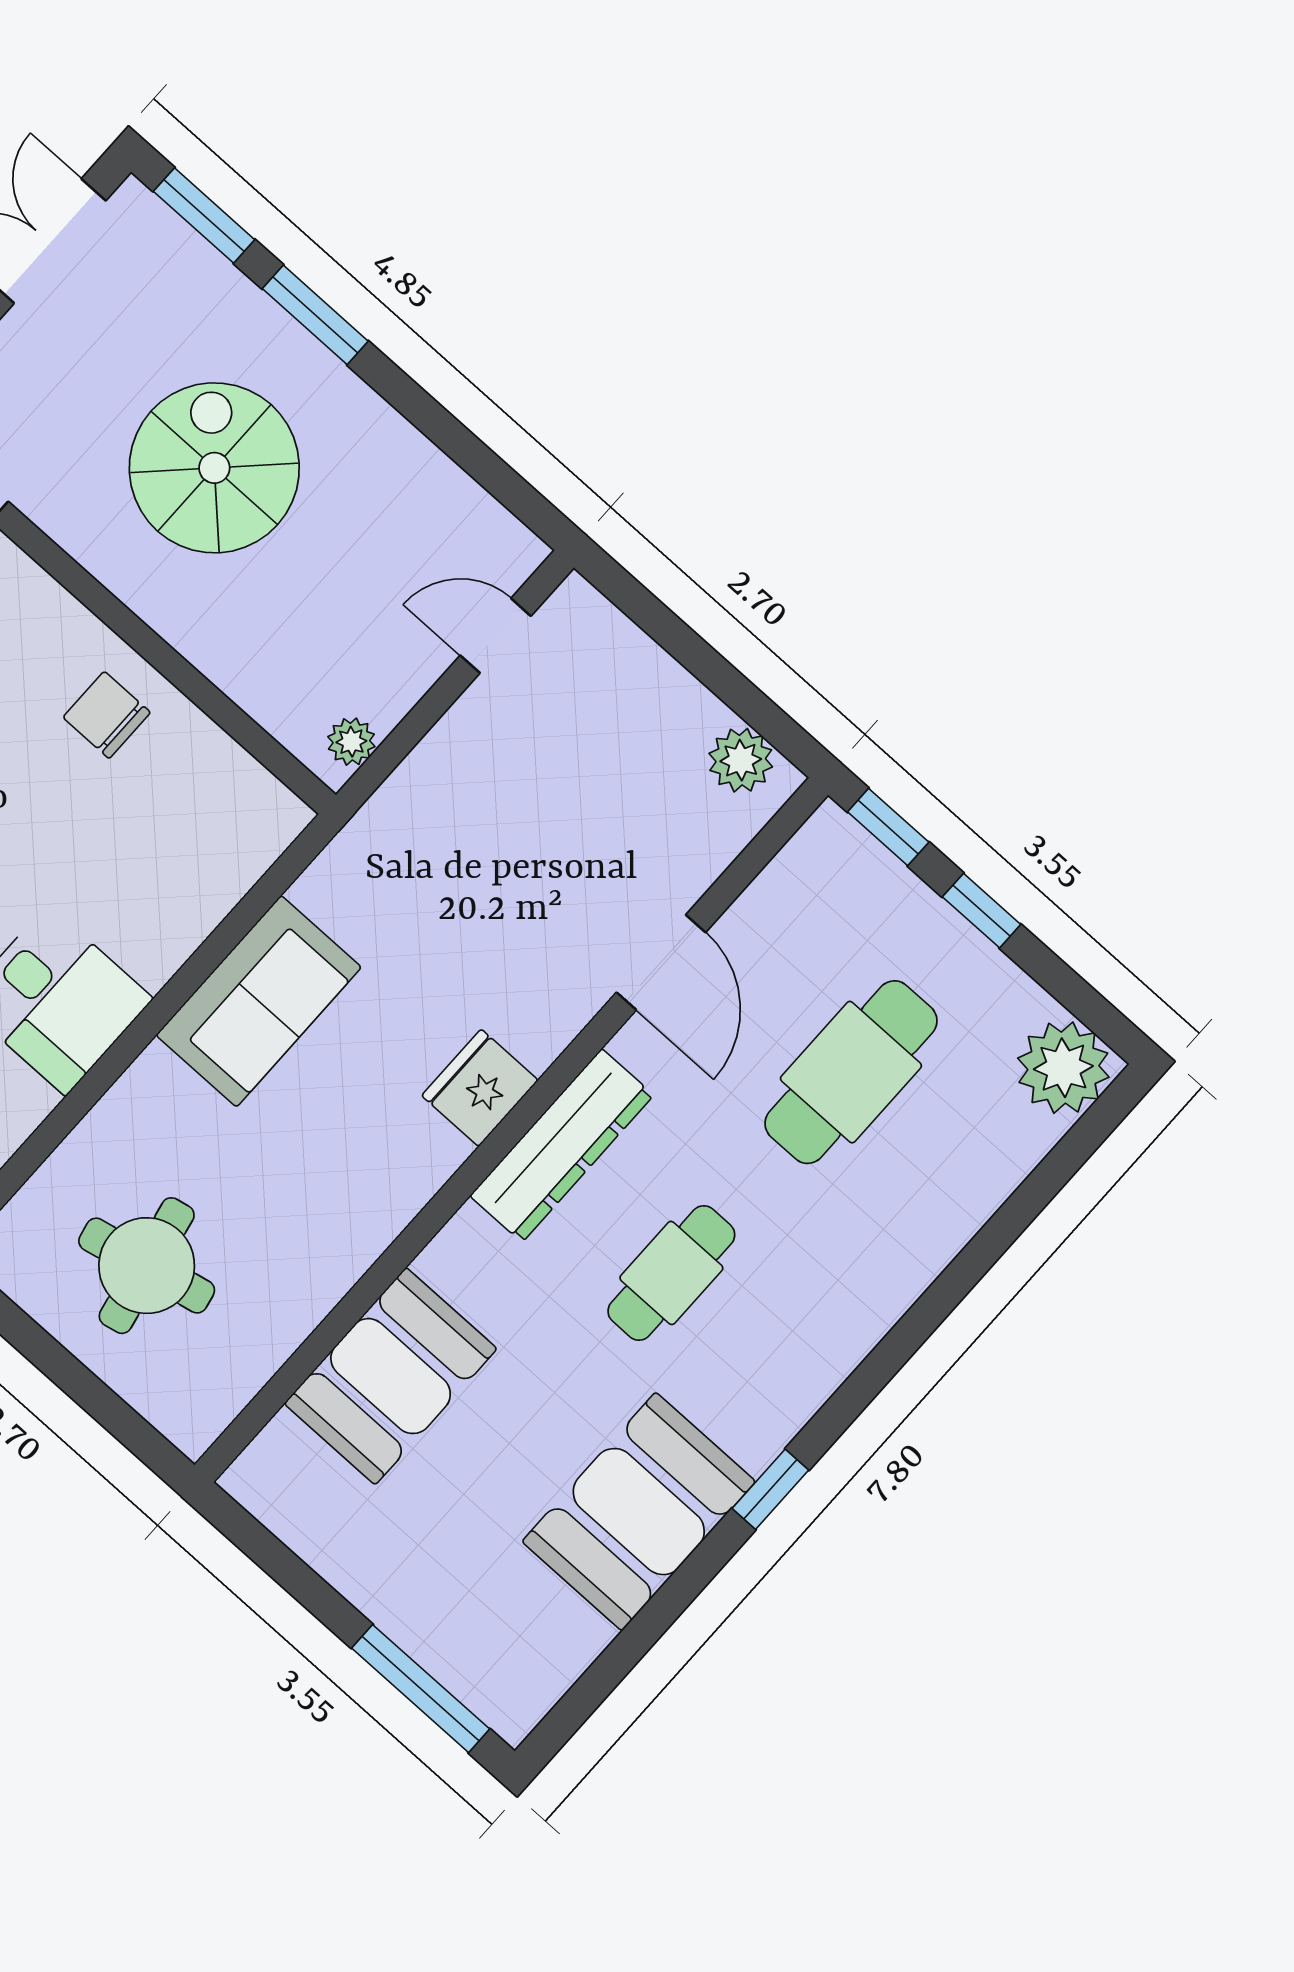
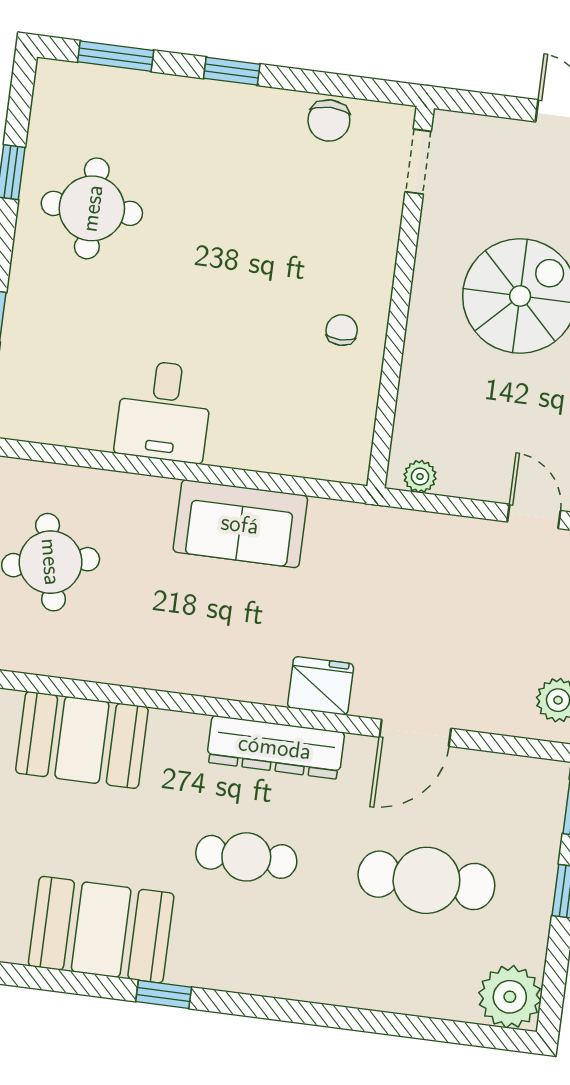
chair: (107, 715) -> (342, 330), width x0.73, depth x0.73
fridge: (480, 1088) -> (321, 686), moved

